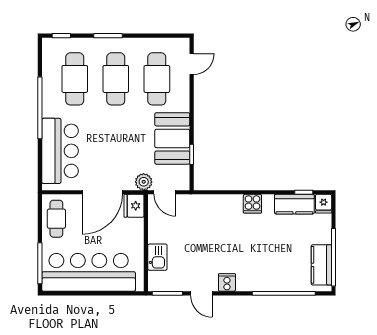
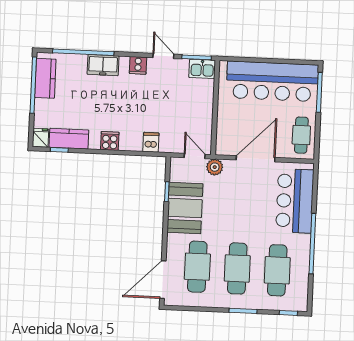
door: (192, 64) -> (163, 280), width x1.88
dishwasher: (210, 204) -> (151, 142), added
fridge: (134, 206) -> (225, 144), removed
kitchen sink: (157, 257) -> (202, 69), moved, turned -90
freezer: (263, 281) -> (103, 65), added

